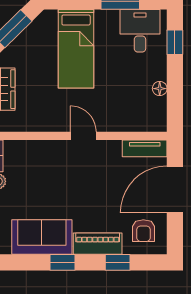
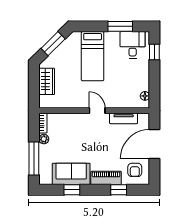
floor lamp: (160, 89) -> (145, 96), moved
tv unit: (145, 148) -> (124, 118), moved
window: (63, 262) -> (72, 190), moved

